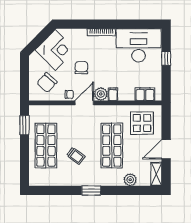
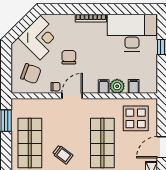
chair: (47, 83) -> (31, 74), turned -112
plant: (101, 94) -> (117, 86), moved
filing cabinet: (145, 94) -> (134, 86), width x0.50

